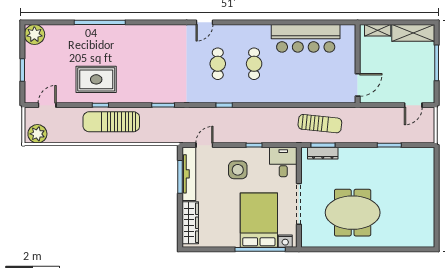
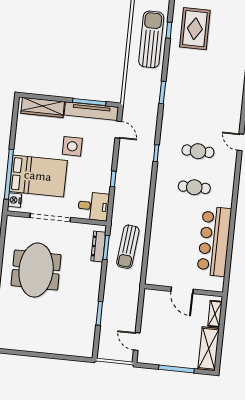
door: (358, 85) -> (182, 290), moved
side table: (238, 170) -> (72, 146), moved

